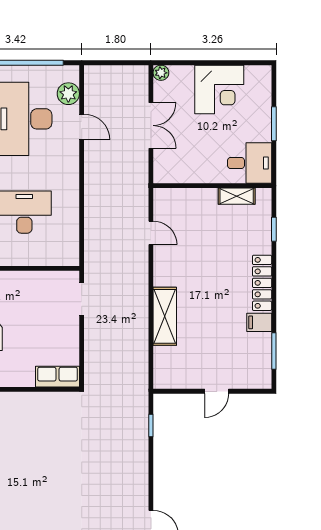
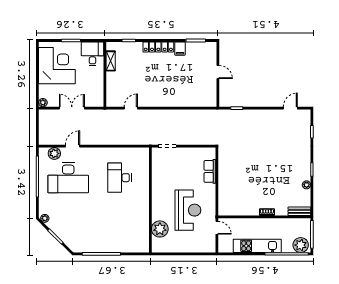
corner desk: (219, 89) -> (57, 66), width x1.36, depth x1.36
shelving: (165, 316) -> (177, 100), removed
row of seats: (58, 377) -> (210, 171), moved

